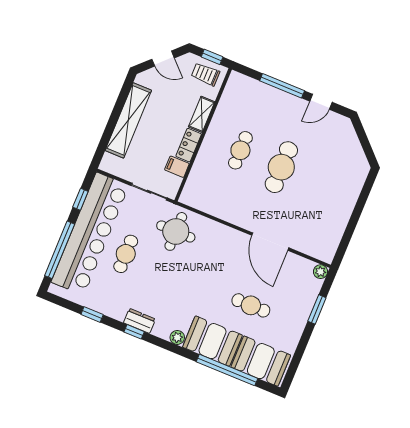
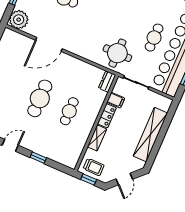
door: (163, 59) -> (124, 179), swing flipped
window: (282, 86) -> (38, 158), width x0.46
dresser: (189, 192) -> (107, 82), added
door: (270, 242) -> (49, 44), swing flipped
plant: (321, 272) -> (19, 20), width x1.87, depth x1.87

